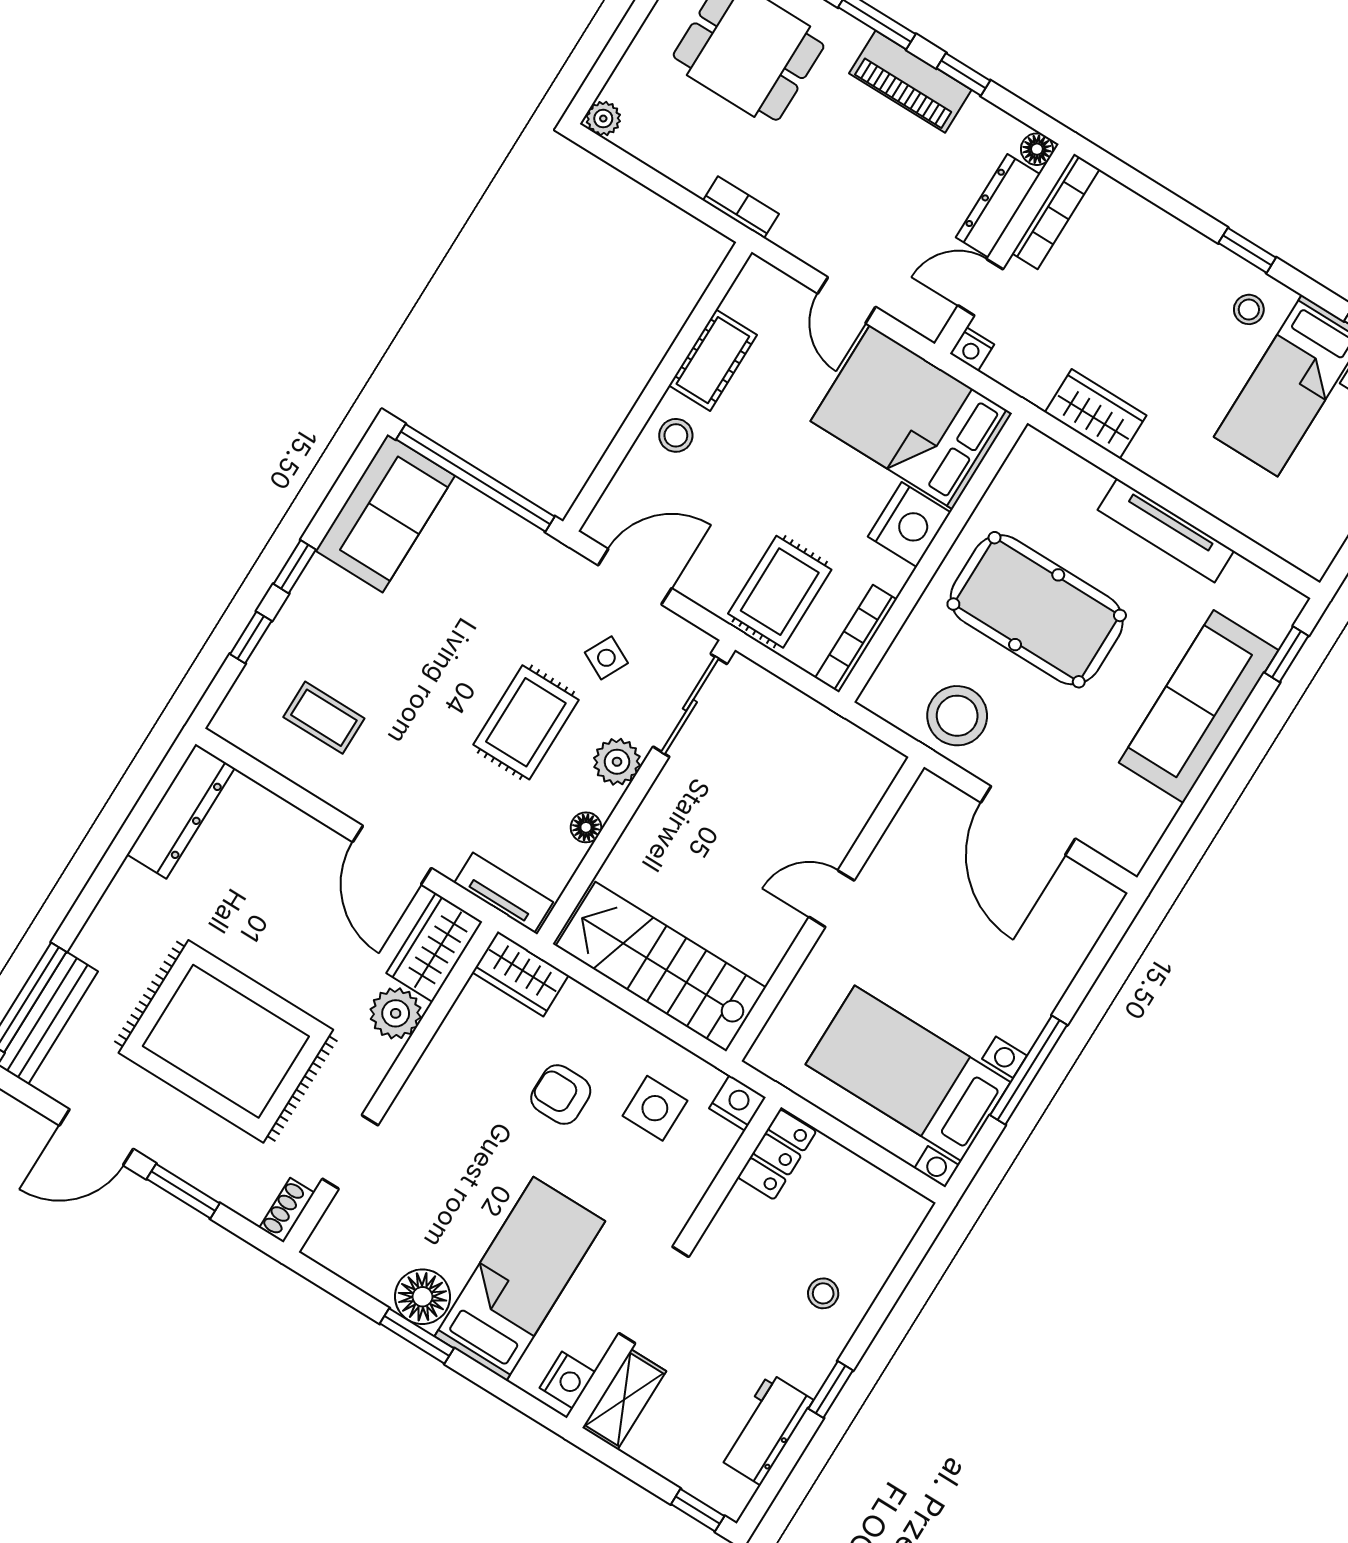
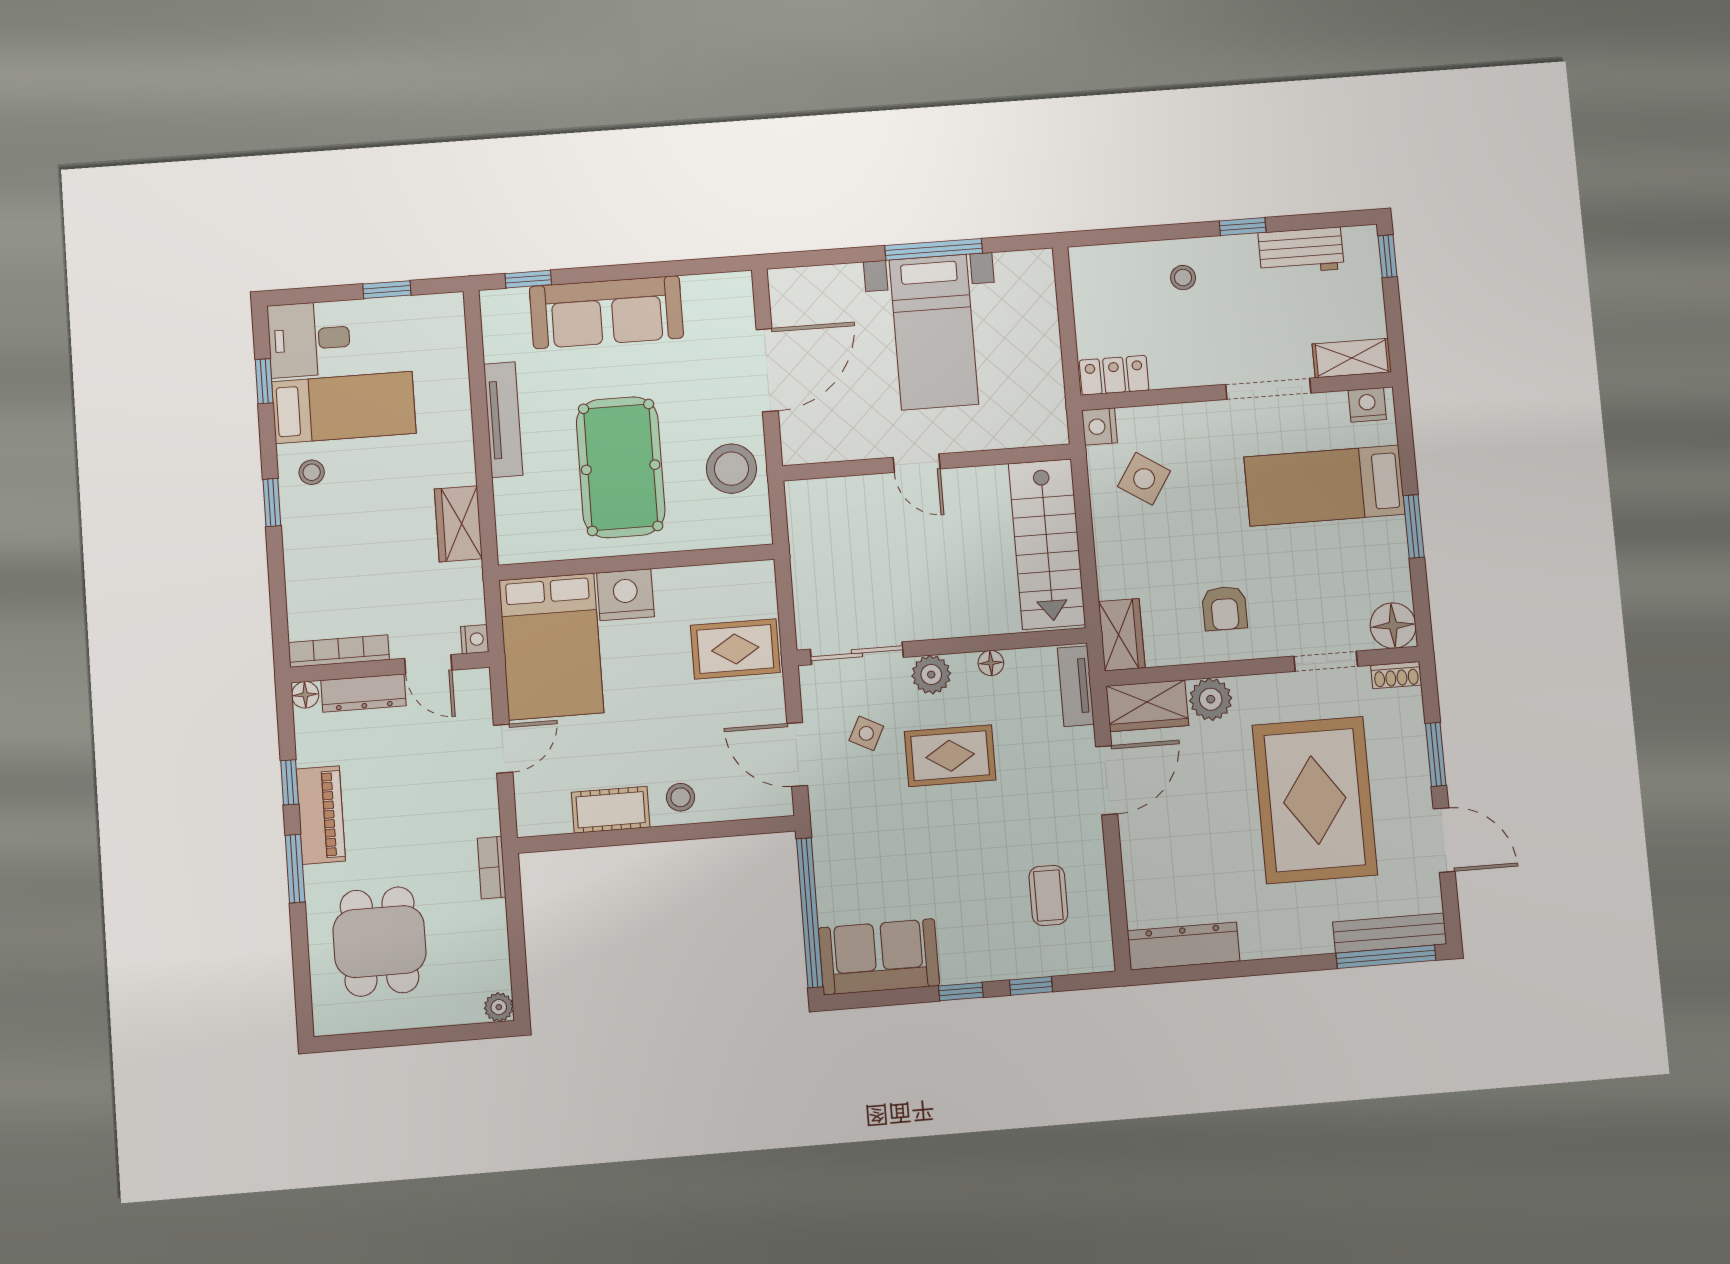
bookcase: (856, 639) -> (729, 574), removed
bed with nightstands: (908, 1073) -> (934, 332), moved
armchair: (561, 1095) -> (1225, 608), moved
side table: (655, 1108) -> (1144, 479), turned 33
floor lamp: (423, 1297) -> (1393, 626), moved

